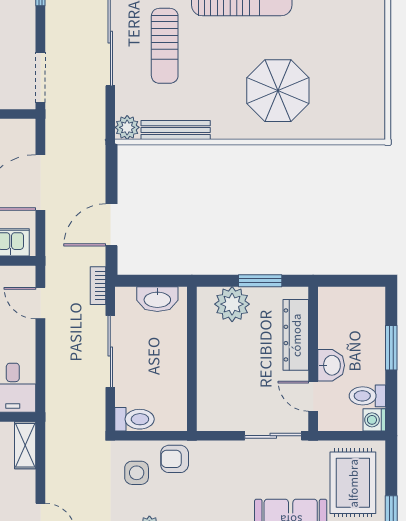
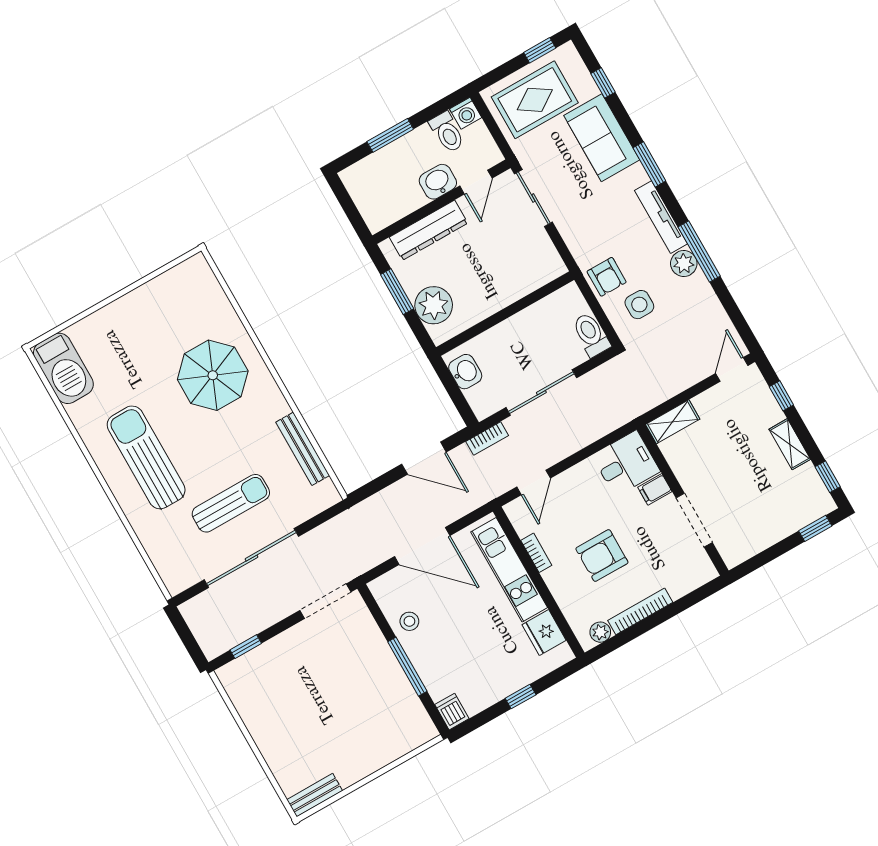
plant: (127, 127) -> (326, 495), removed
washbasin: (157, 299) -> (465, 372), width x0.72

